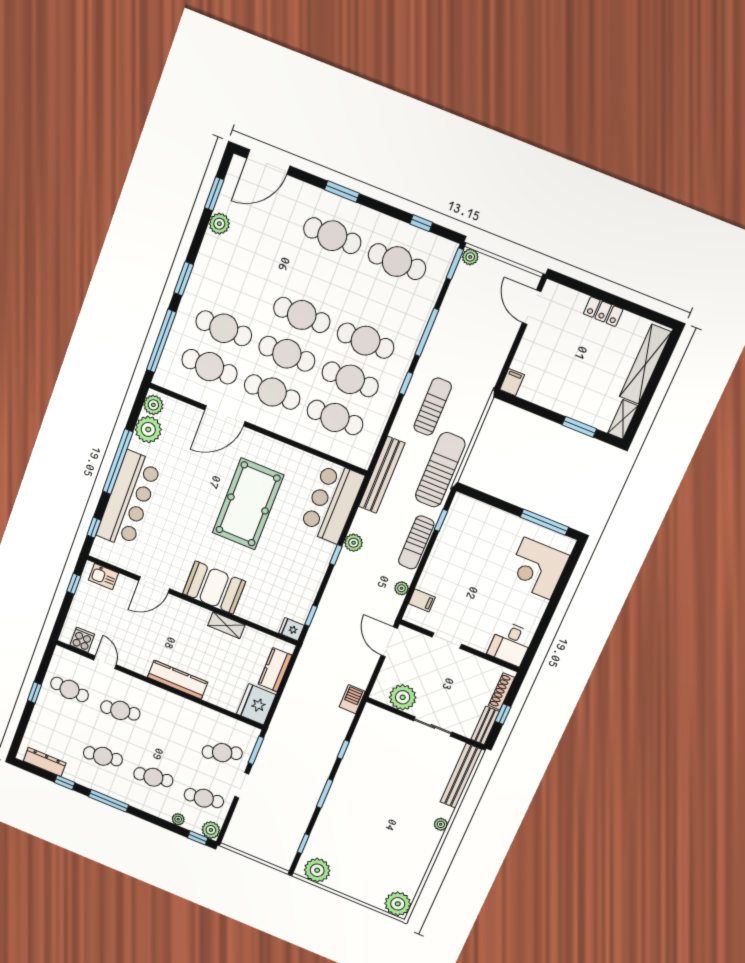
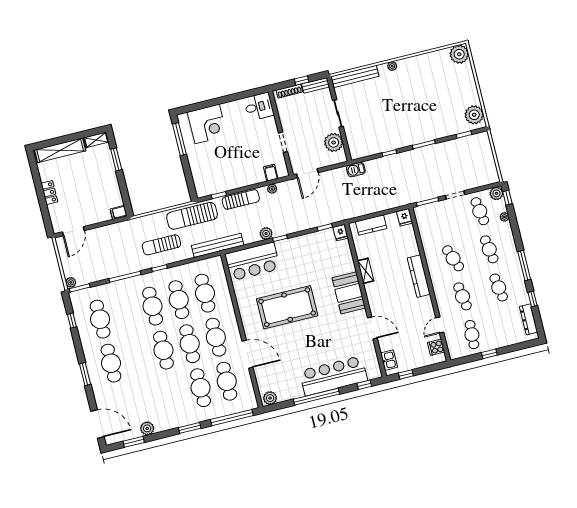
plant: (148, 429) -> (286, 392), removed
fridge: (256, 704) -> (405, 217), width x0.53, depth x0.75
cafe table: (222, 753) -> (453, 258), moved

